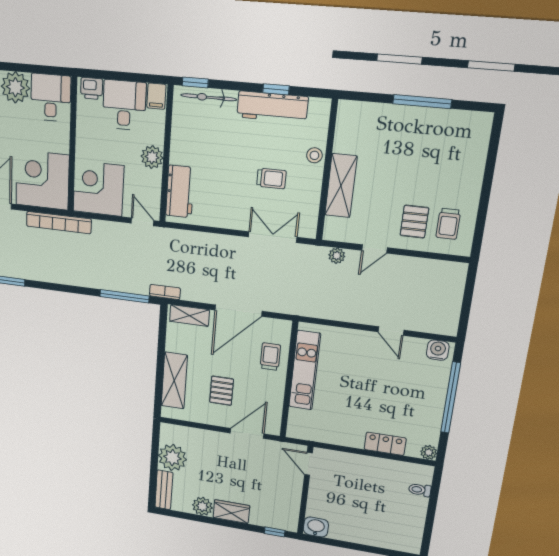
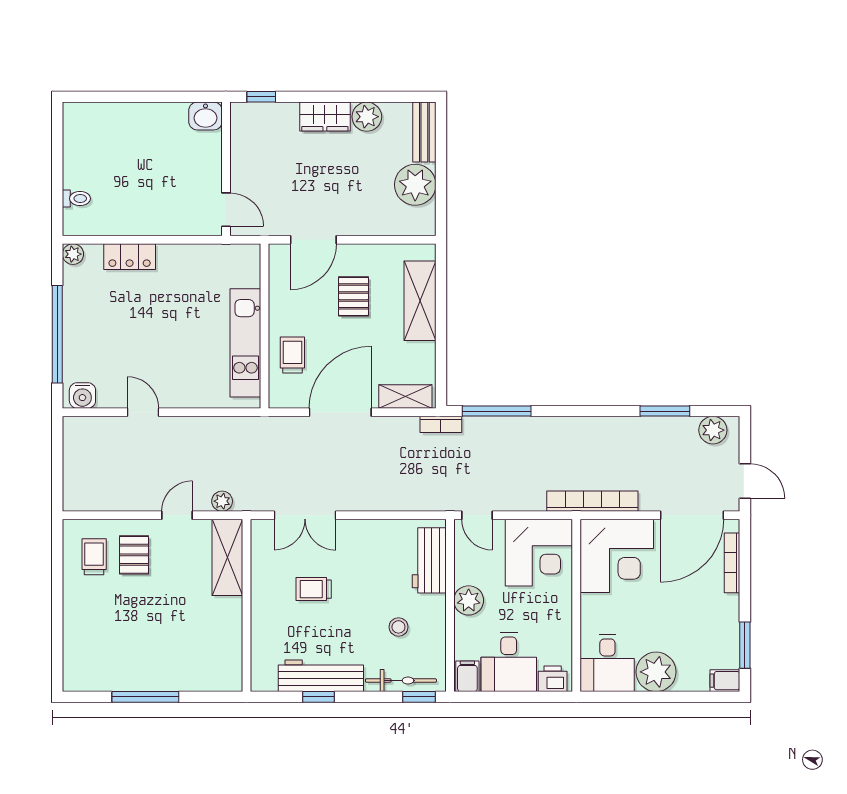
stool: (314, 155) -> (398, 627), moved
shelving: (341, 186) -> (227, 557), moved
trolley: (270, 357) -> (292, 355), turned 180

